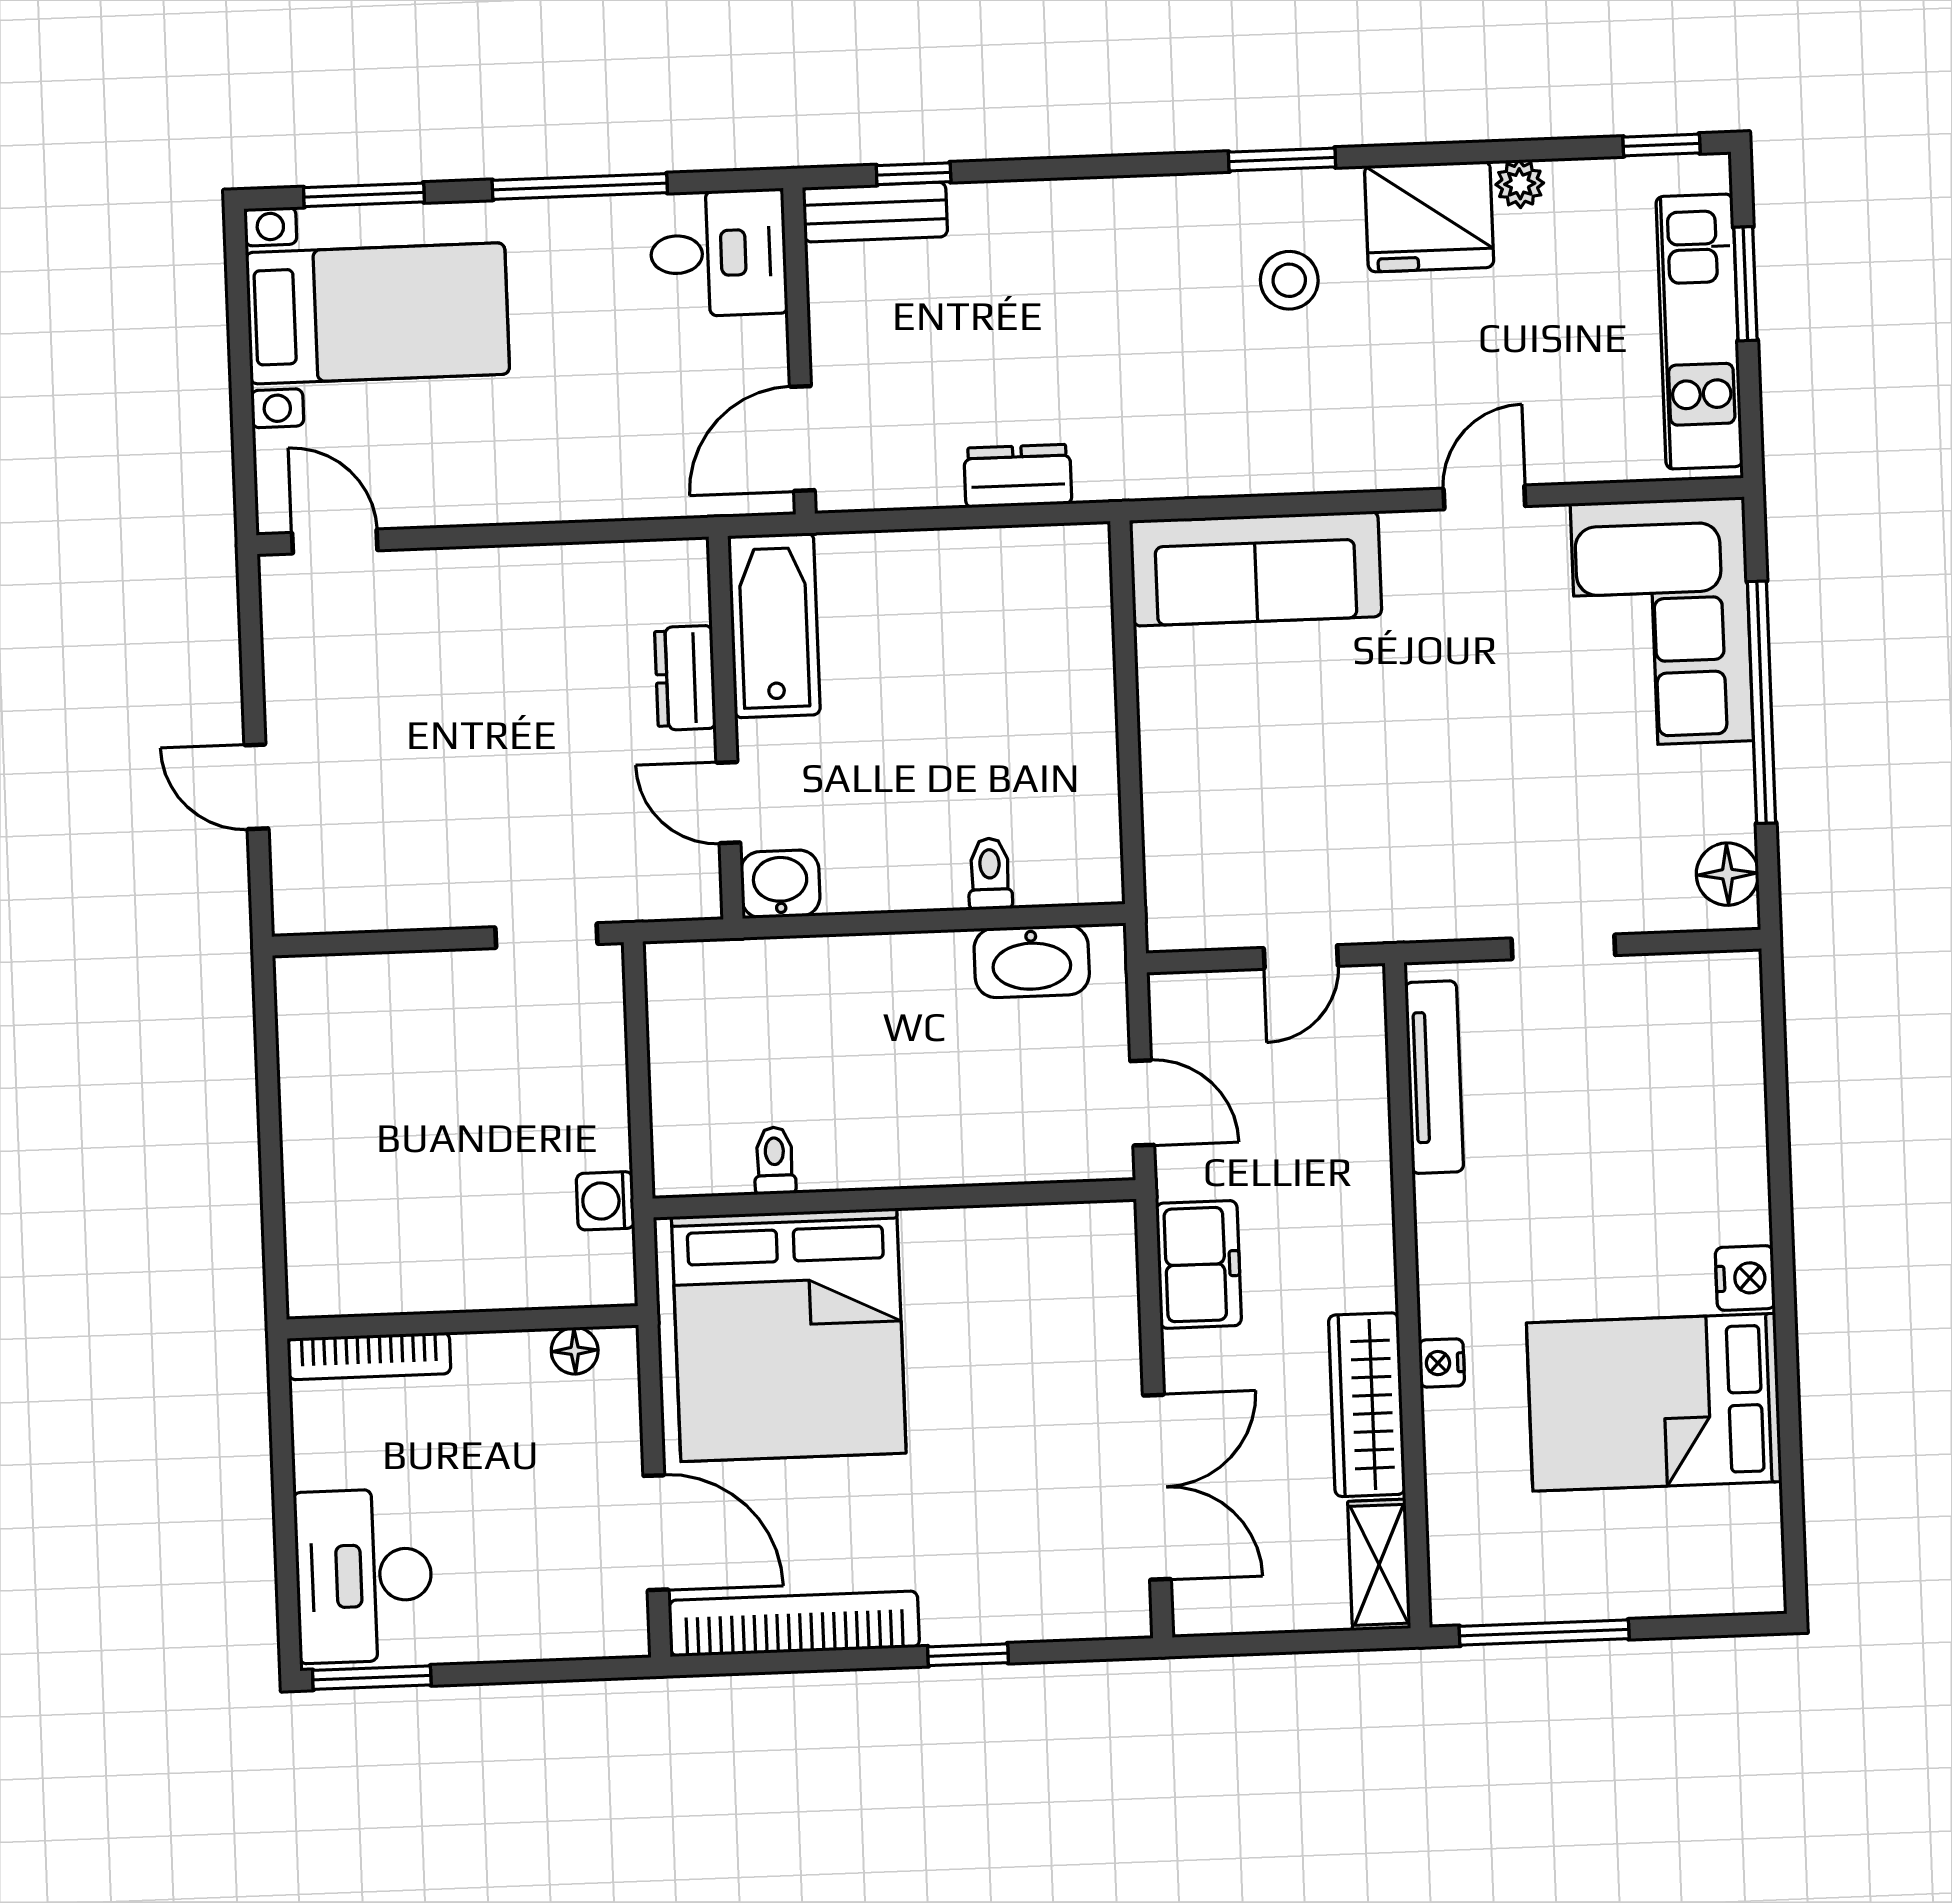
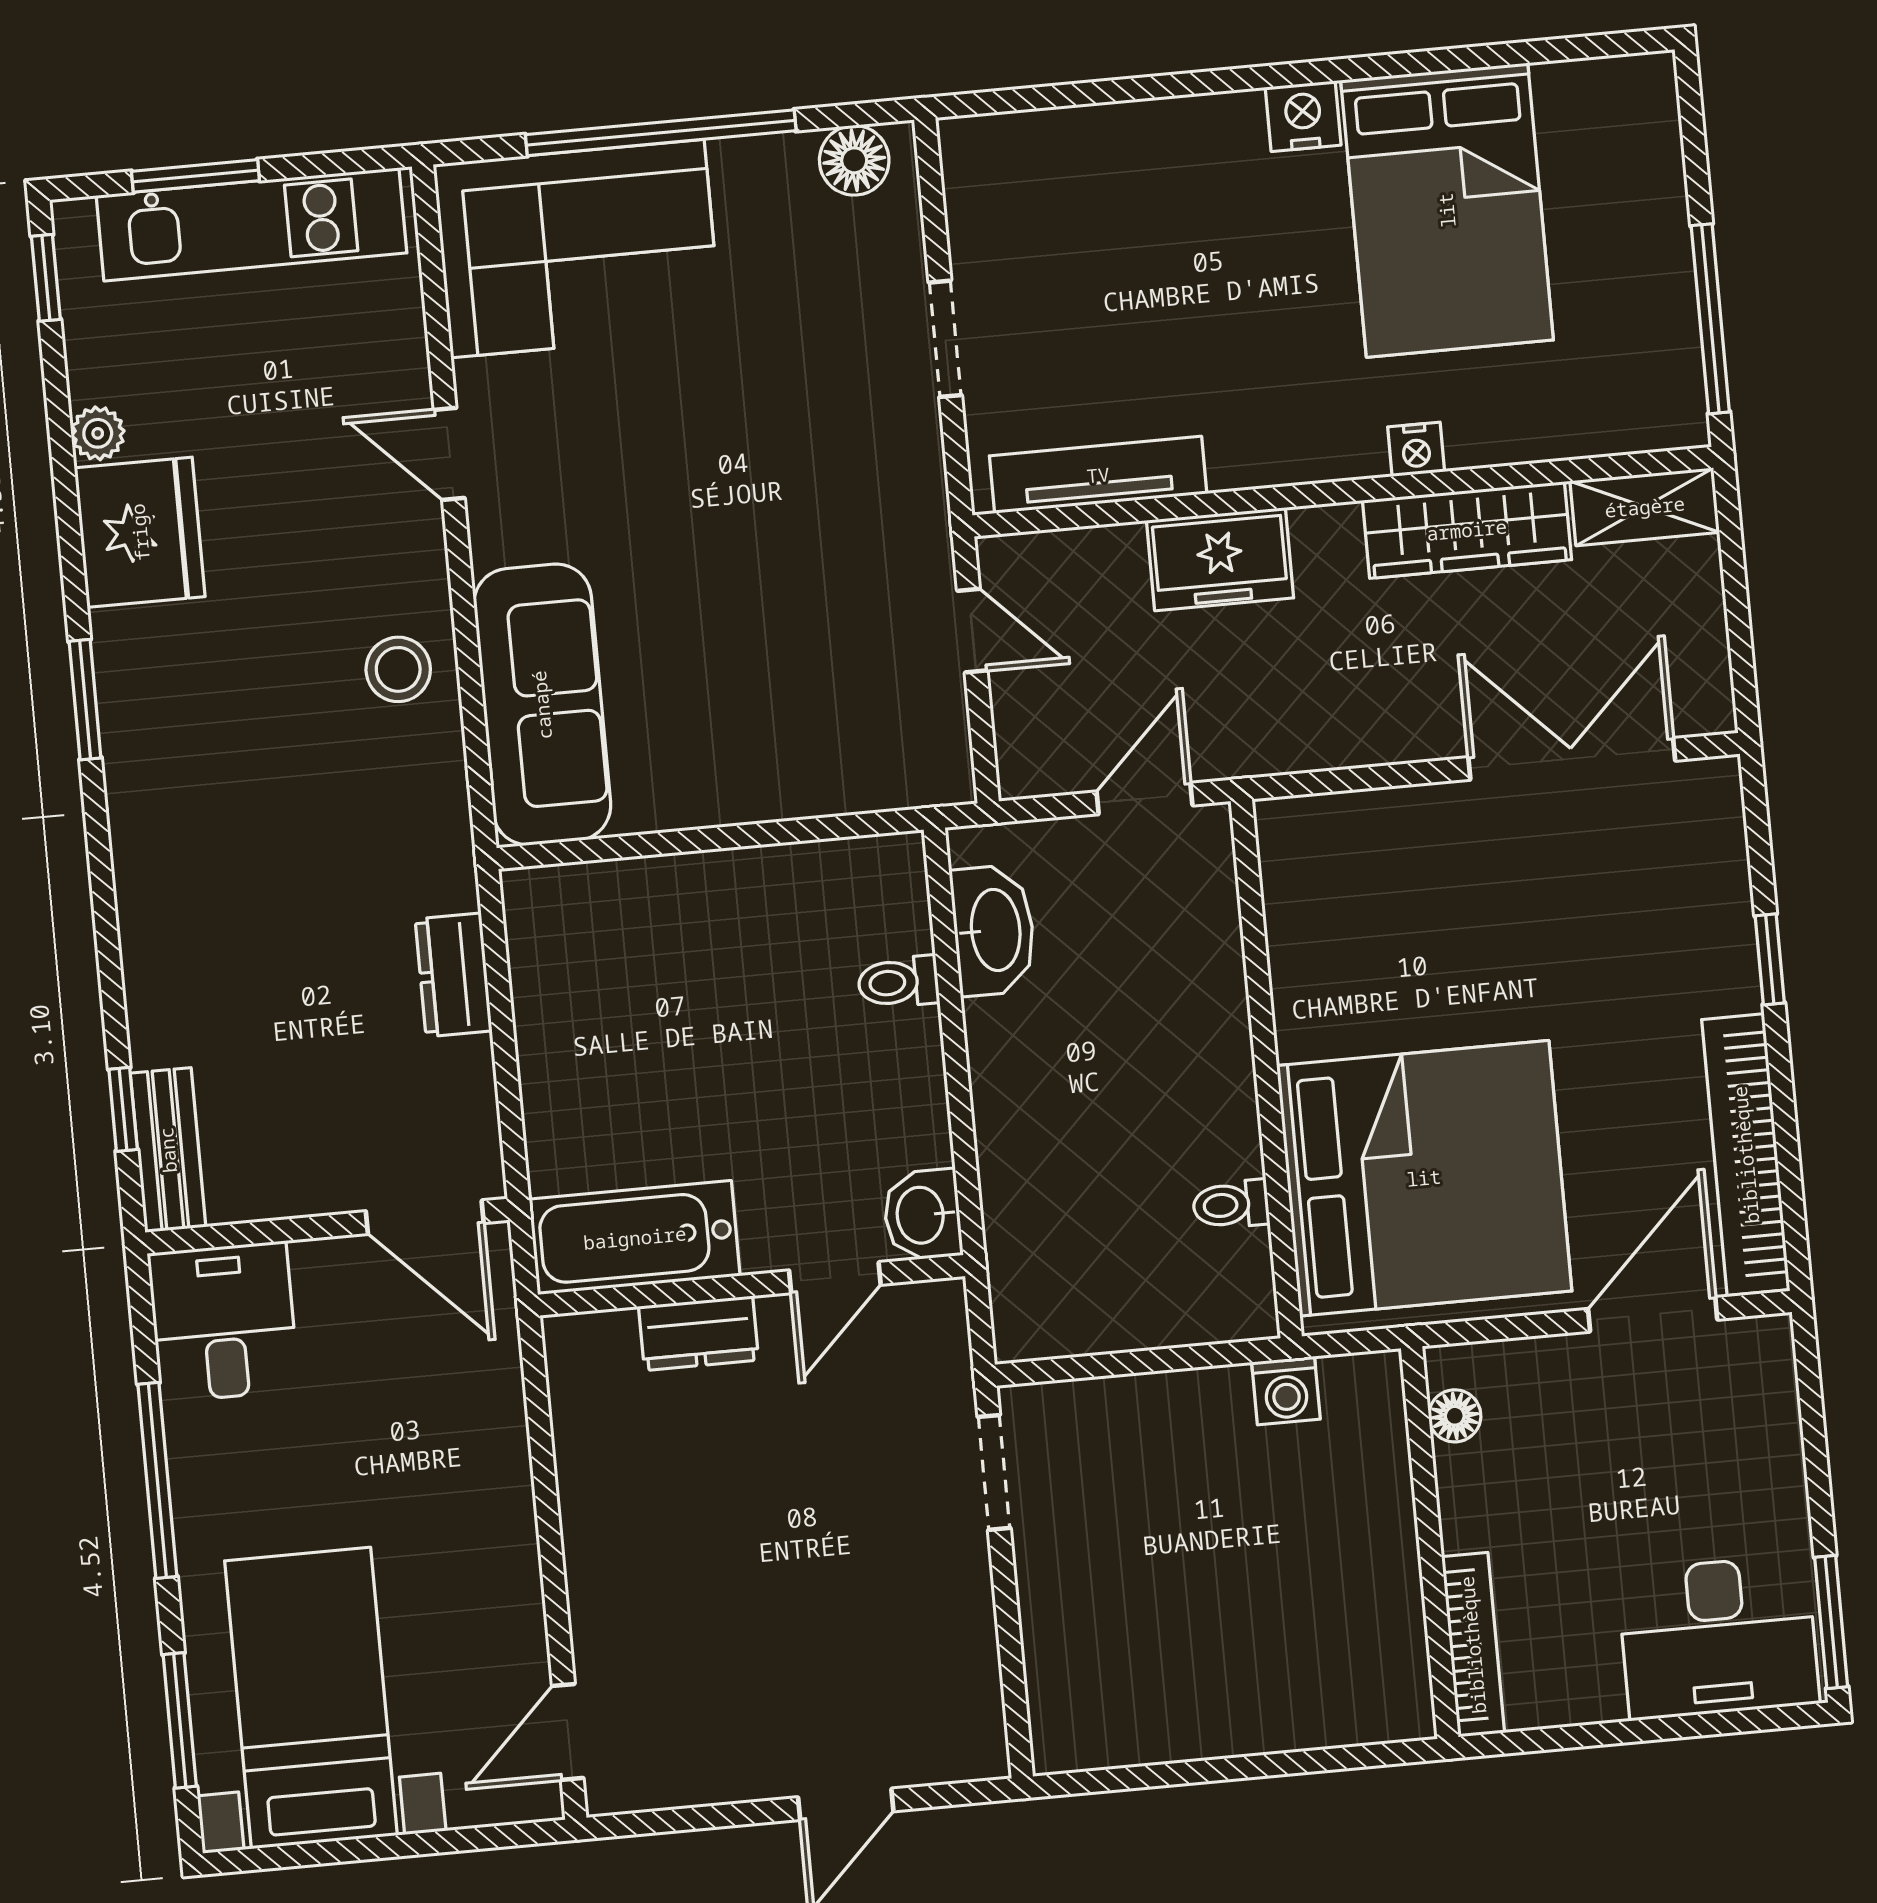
stool: (1289, 280) -> (398, 669), moved
freezer: (1199, 1264) -> (1220, 559), moved, turned 180

